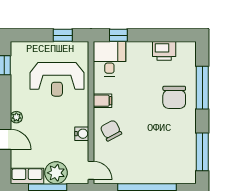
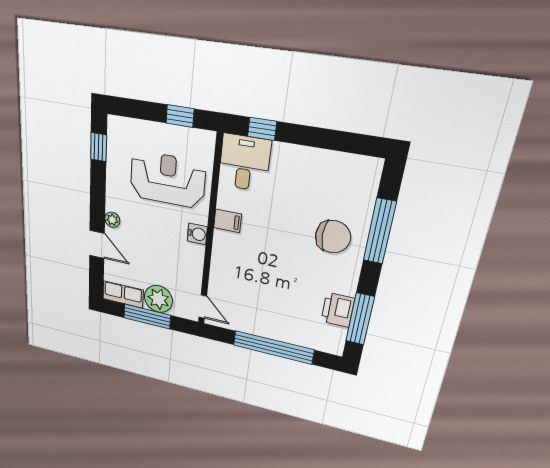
printer: (164, 51) -> (338, 310), moved, turned 90
reception desk: (57, 79) -> (167, 179), turned 180
chair: (174, 97) -> (333, 237), turned -90
chair: (111, 130) -> (235, 263), removed
water cooler: (82, 134) -> (197, 234), moved

